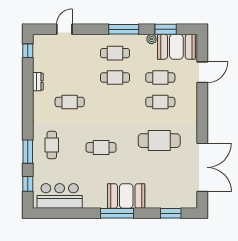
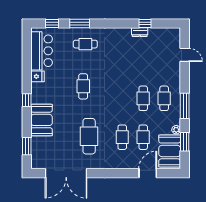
window: (28, 51) -> (145, 24), moved
door: (202, 72) -> (148, 173), swing flipped
cafe table: (70, 102) -> (122, 59), removed
booth: (126, 196) -> (42, 120), moved
fridge: (89, 201) -> (37, 76), added
window: (117, 213) -> (27, 100), width x0.46

